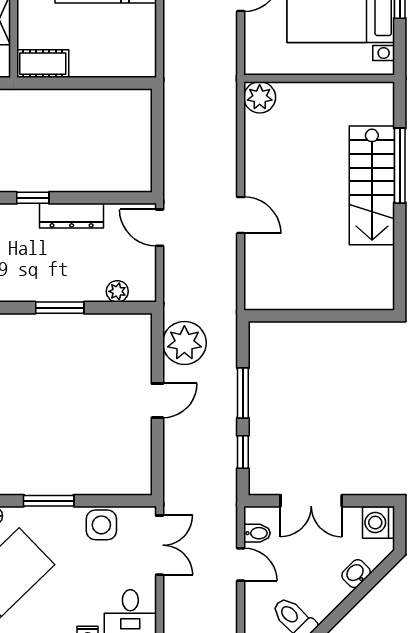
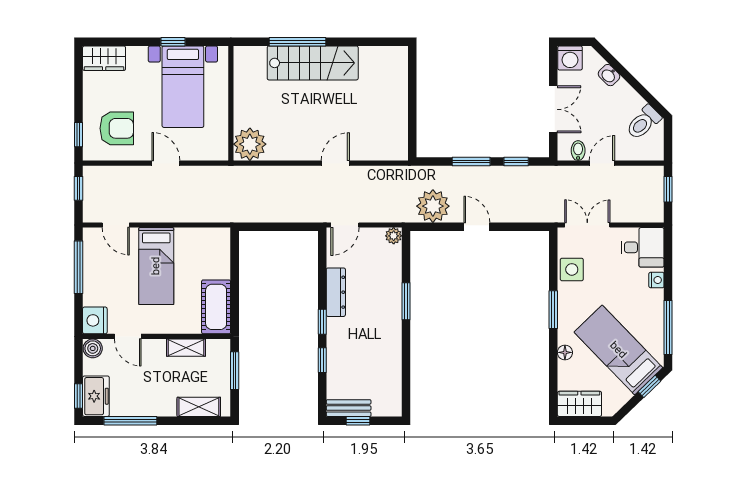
cot: (43, 64) -> (216, 307), width x1.37, depth x1.34
plant: (260, 97) -> (250, 144), width x1.36, depth x1.36
plant: (117, 291) -> (394, 236), moved

